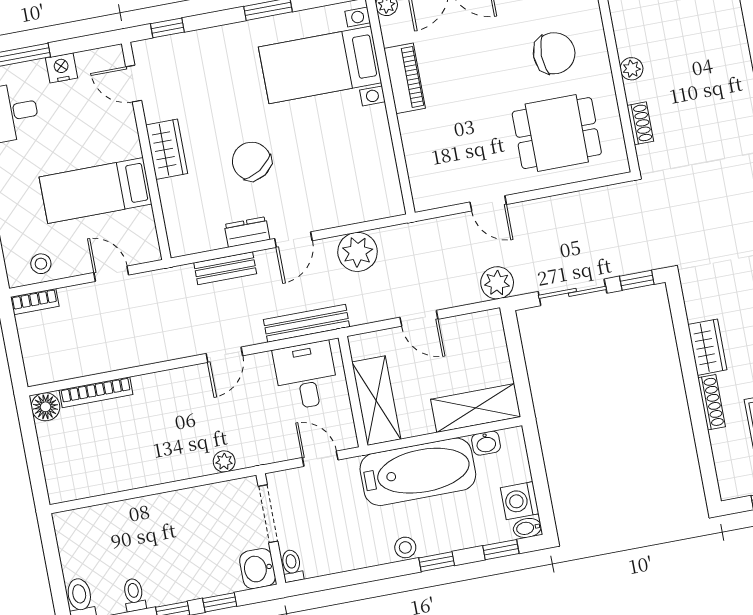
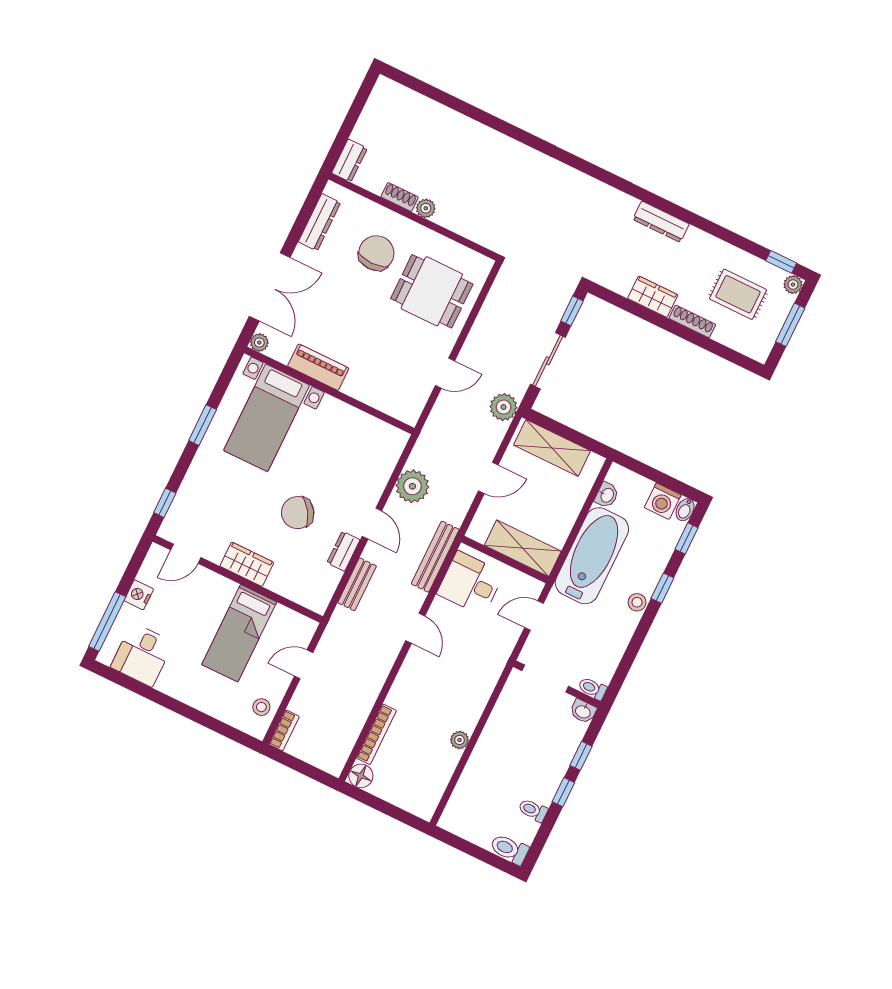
shoe rack: (640, 123) -> (400, 197), moved
dining table: (557, 133) -> (432, 291), turned 90
shelving: (476, 408) -> (552, 448), moved, turned 90
plant: (224, 461) -> (460, 740), moved
washbasin: (258, 569) -> (583, 711), width x0.72, depth x0.69

